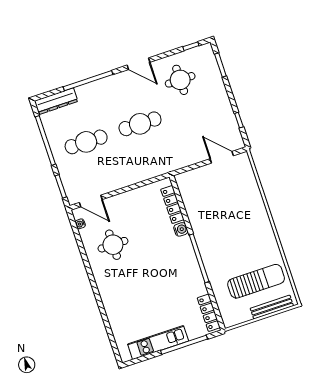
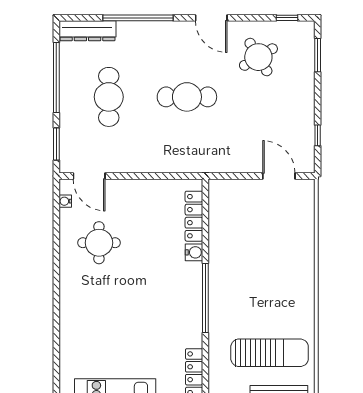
round table: (180, 80) -> (258, 57), turned -31
cafe table: (86, 142) -> (109, 97), turned 90

